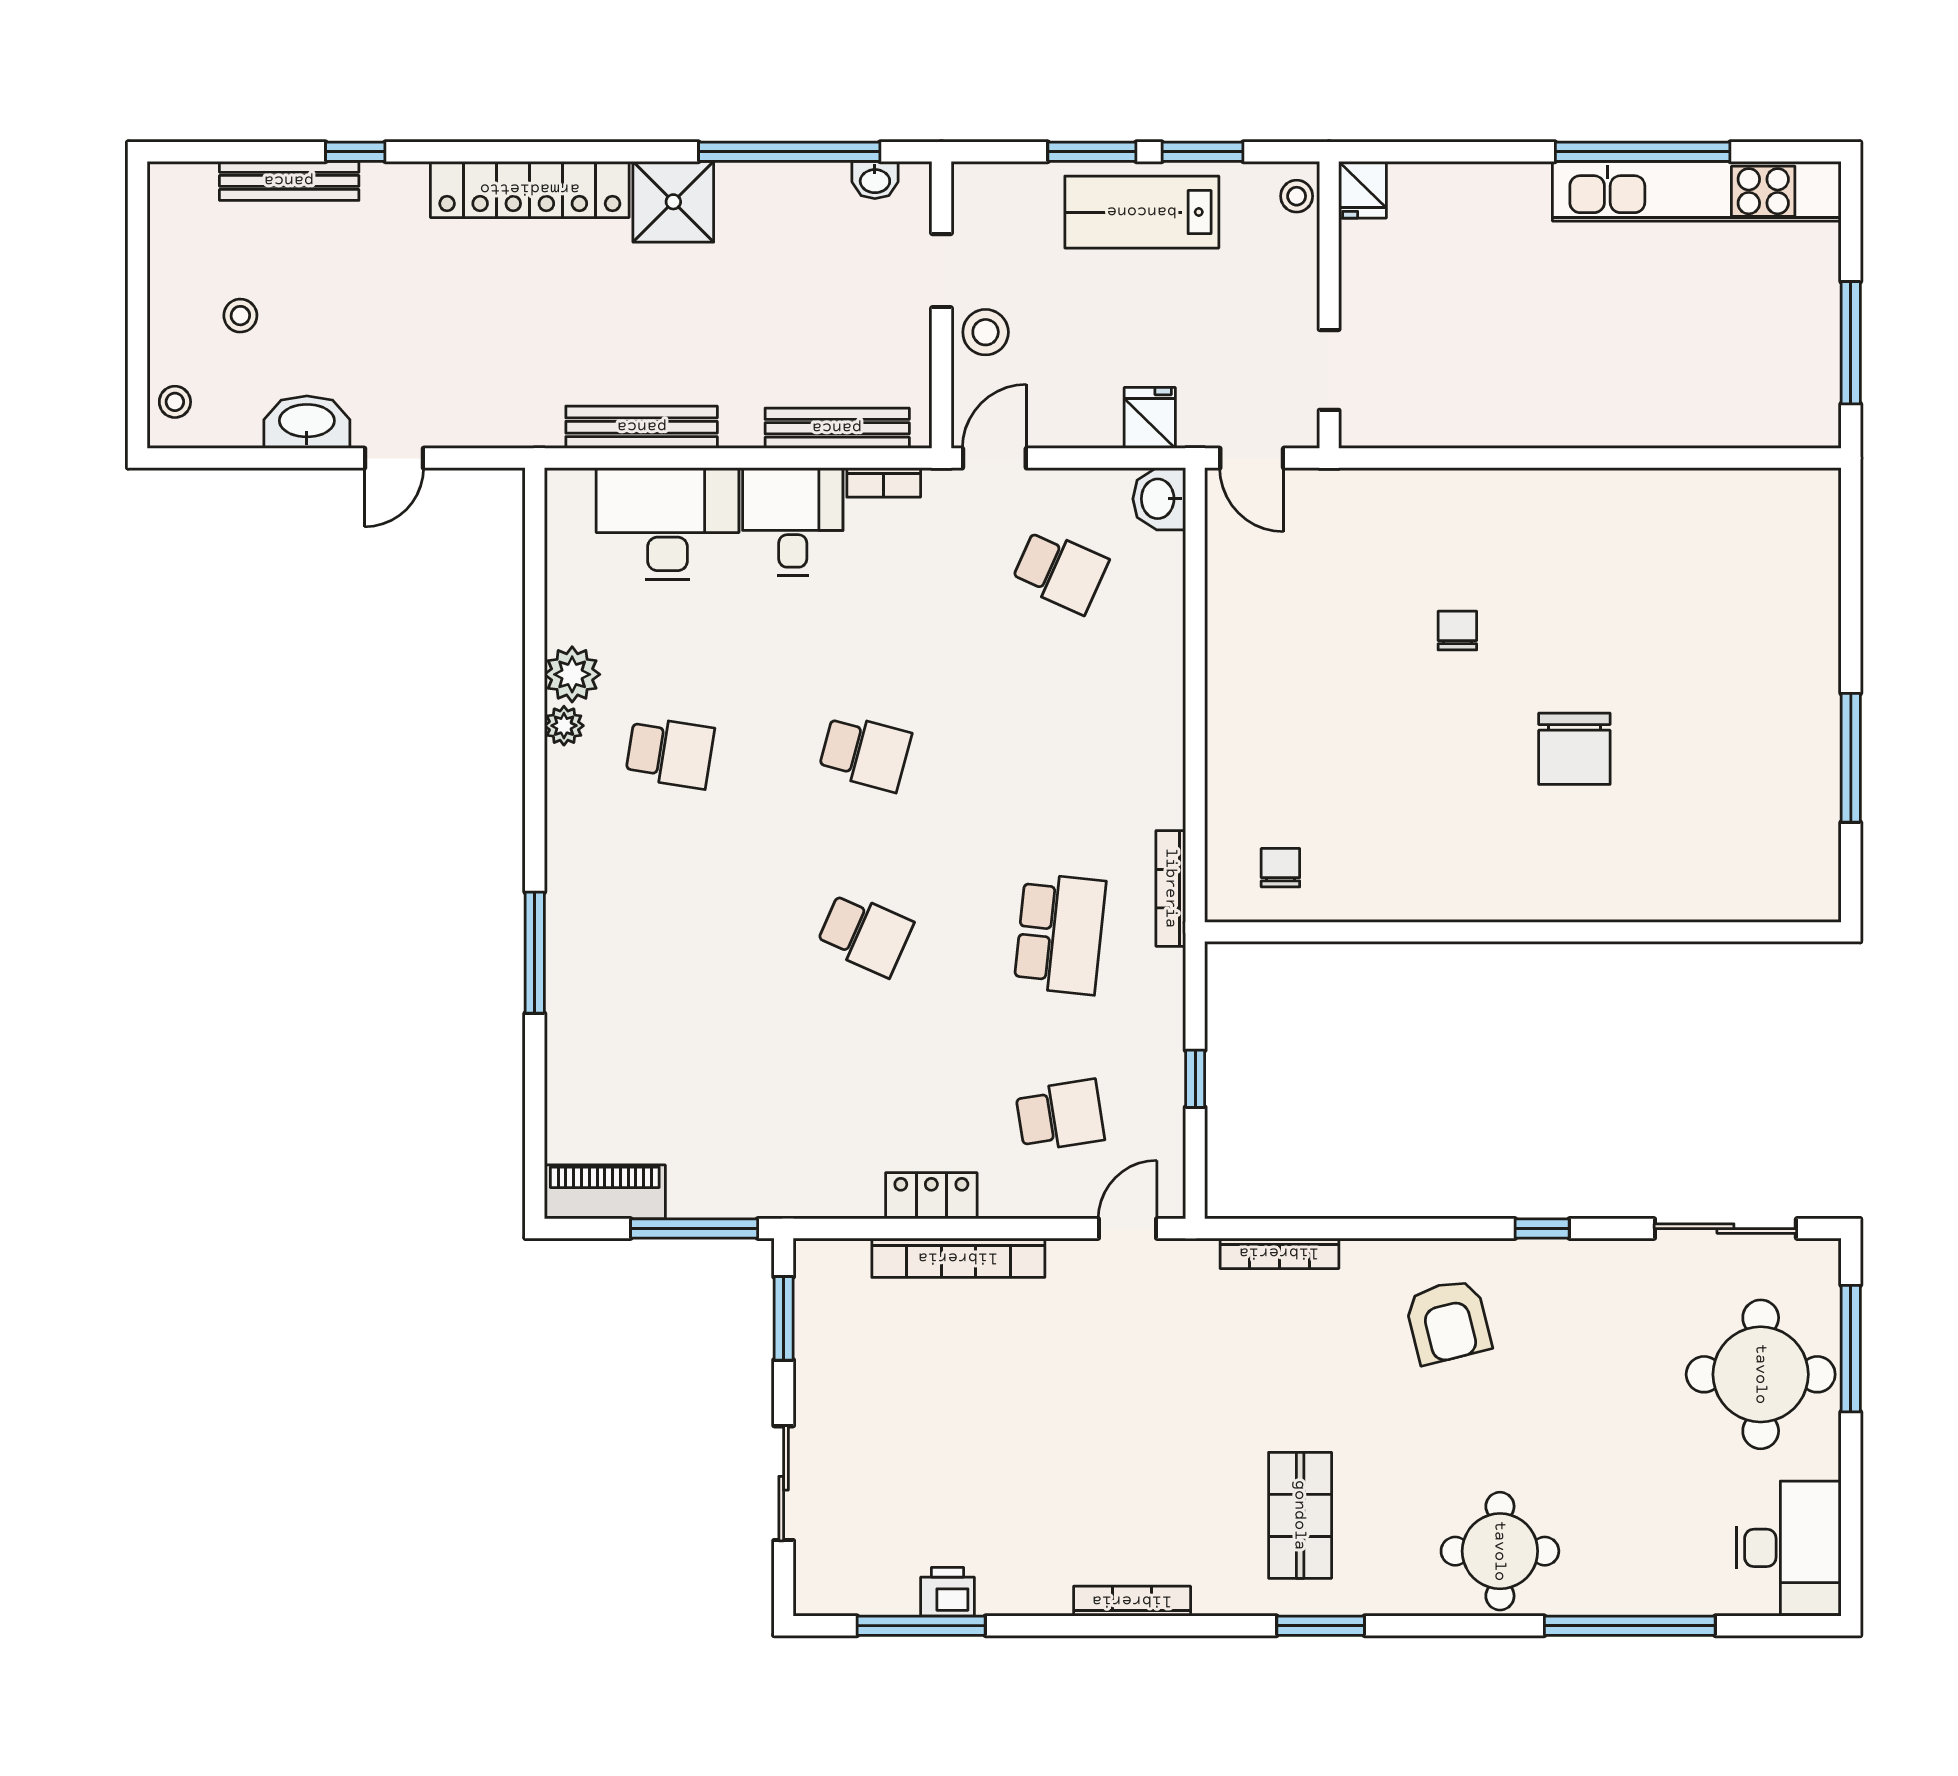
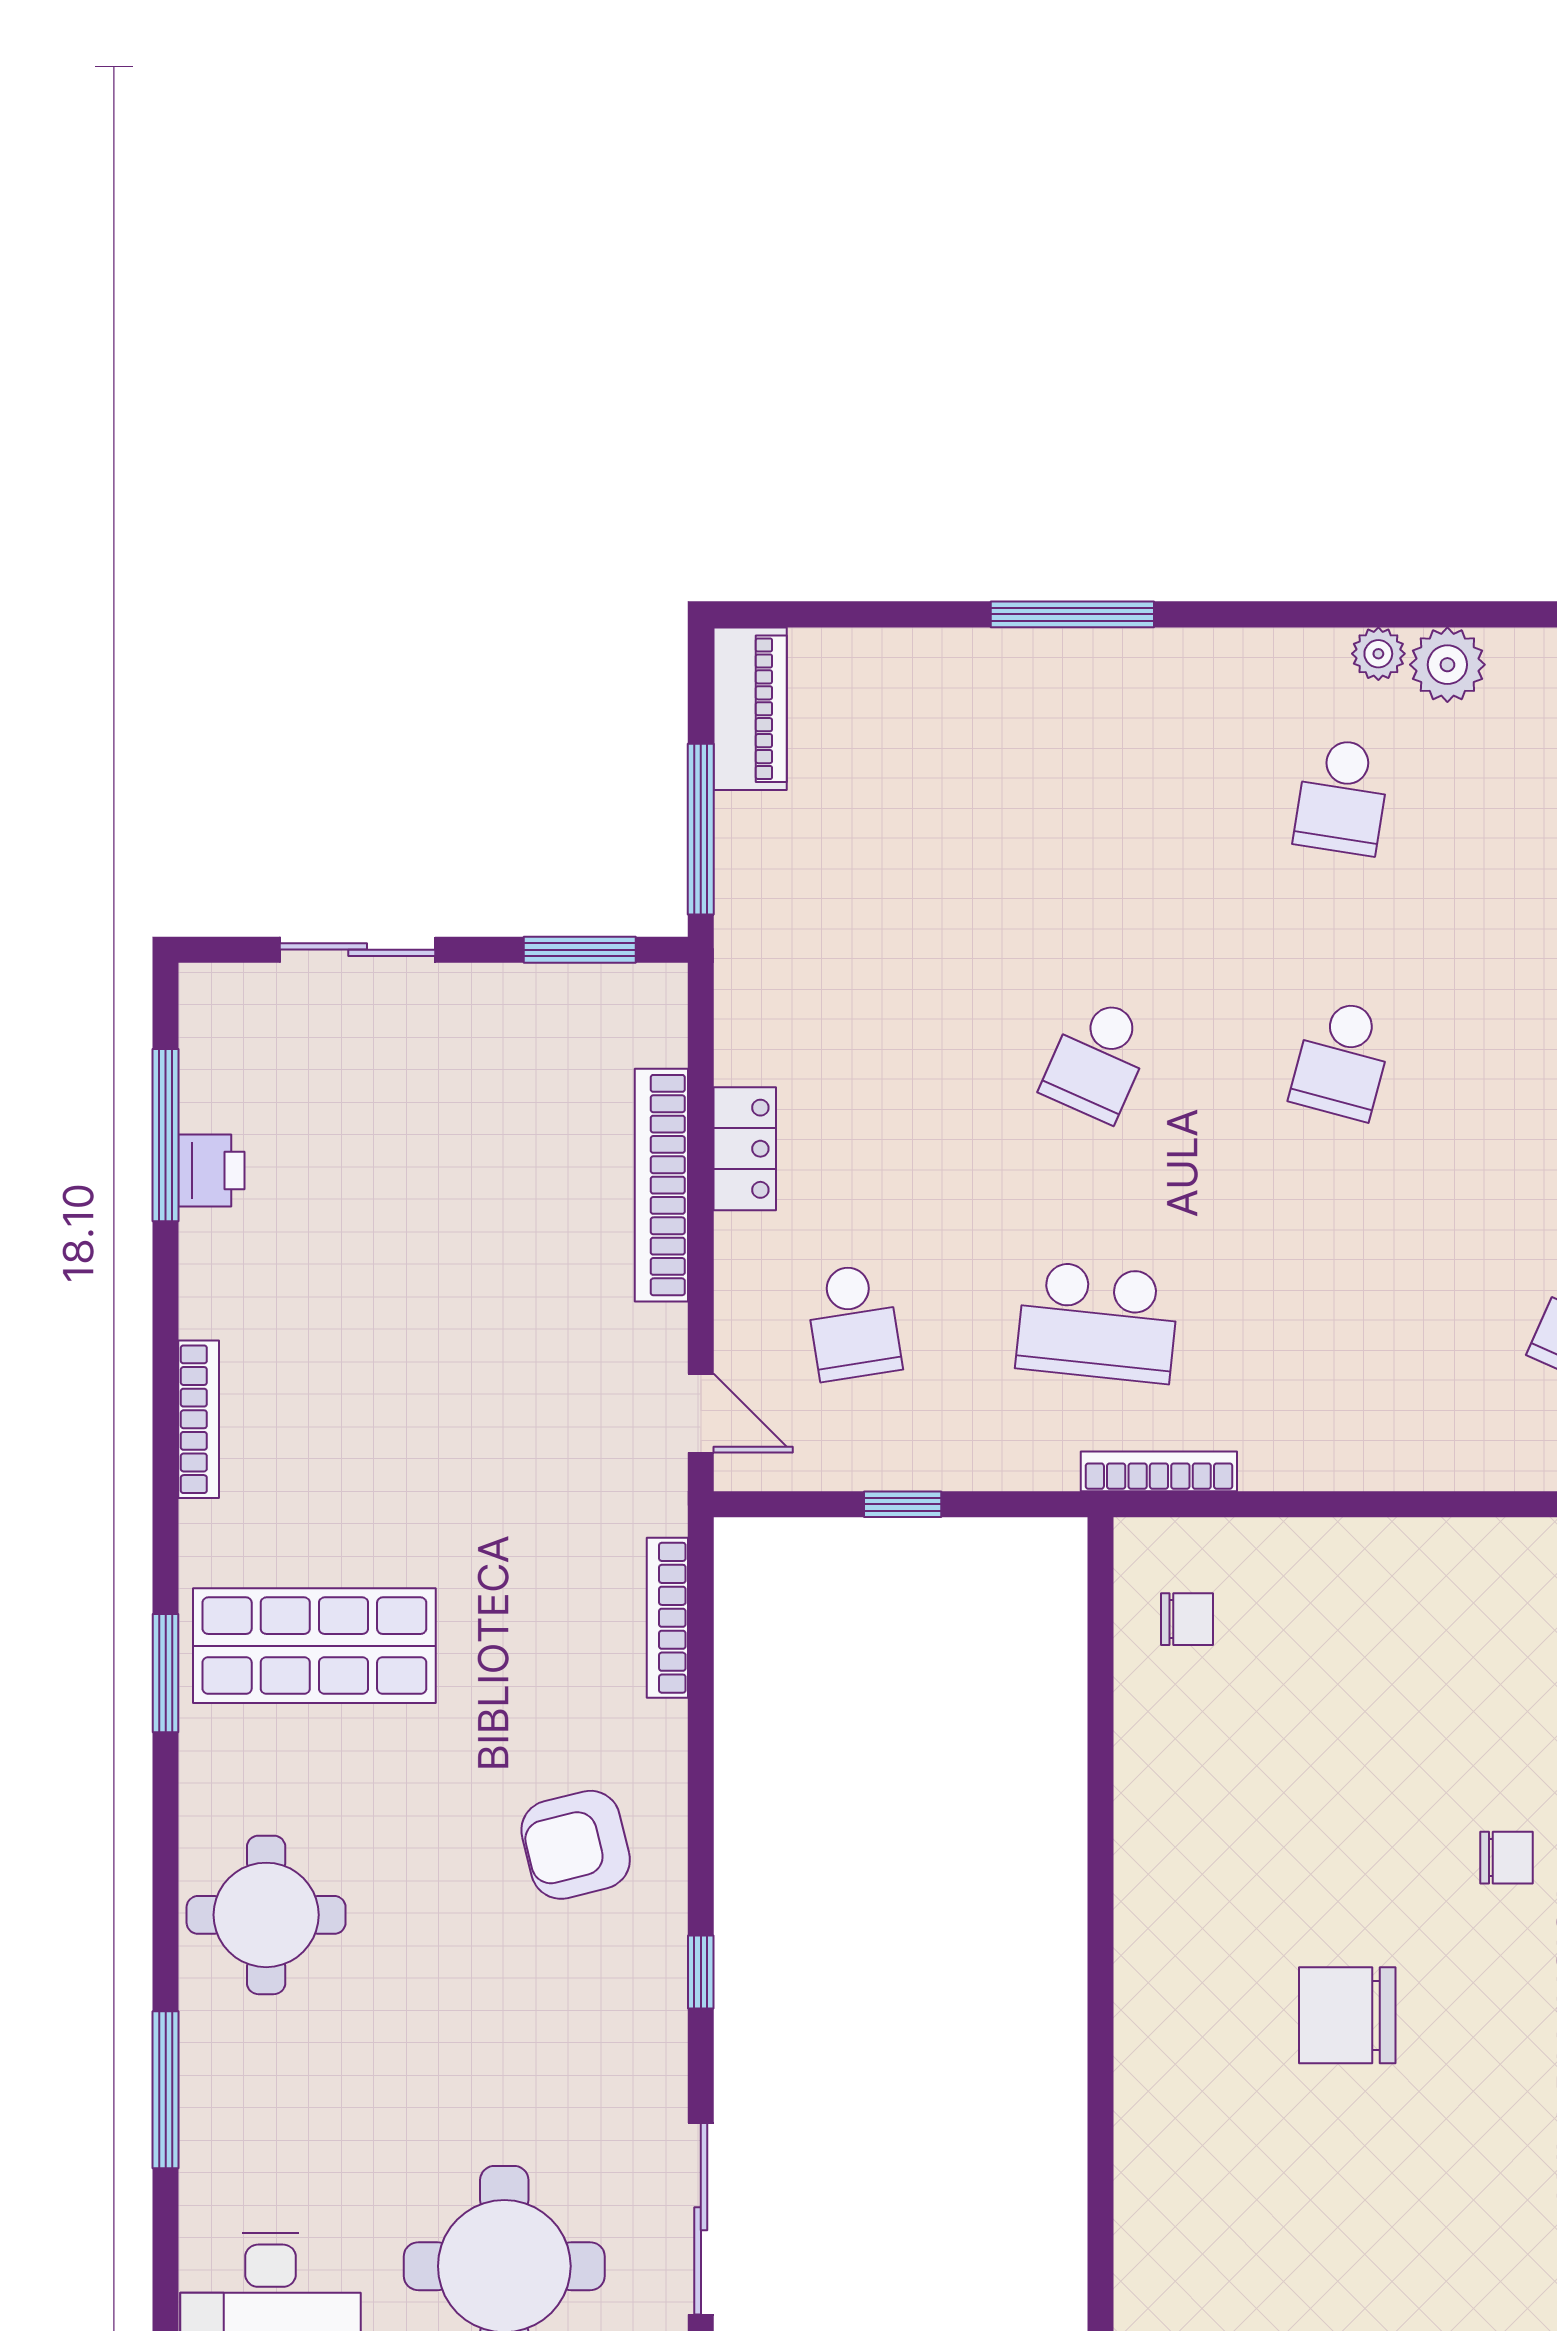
shop shelf: (1300, 1515) -> (314, 1646), width x1.43, depth x1.36
window: (1630, 1626) -> (166, 2090), width x0.68

